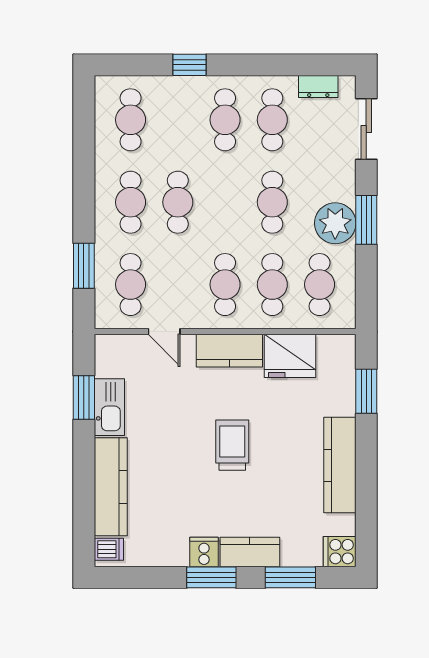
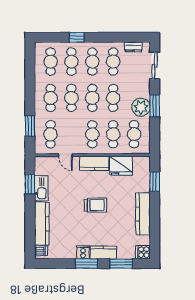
cafe table: (178, 120) -> (71, 62), added
cafe table: (225, 202) -> (92, 98), added
trolley: (232, 445) -> (95, 205), turned 90

